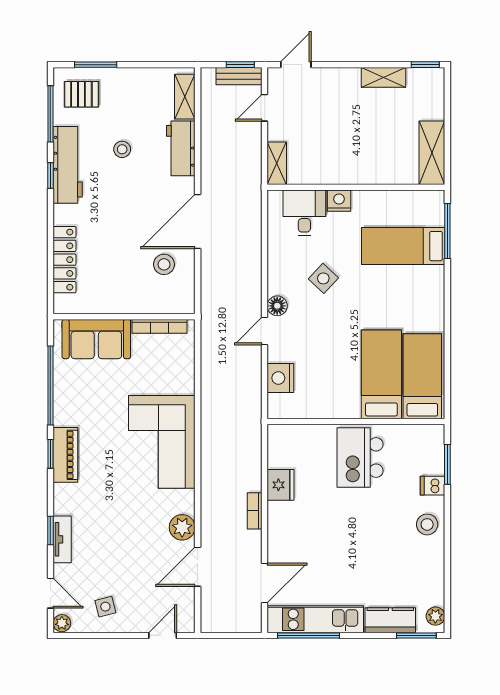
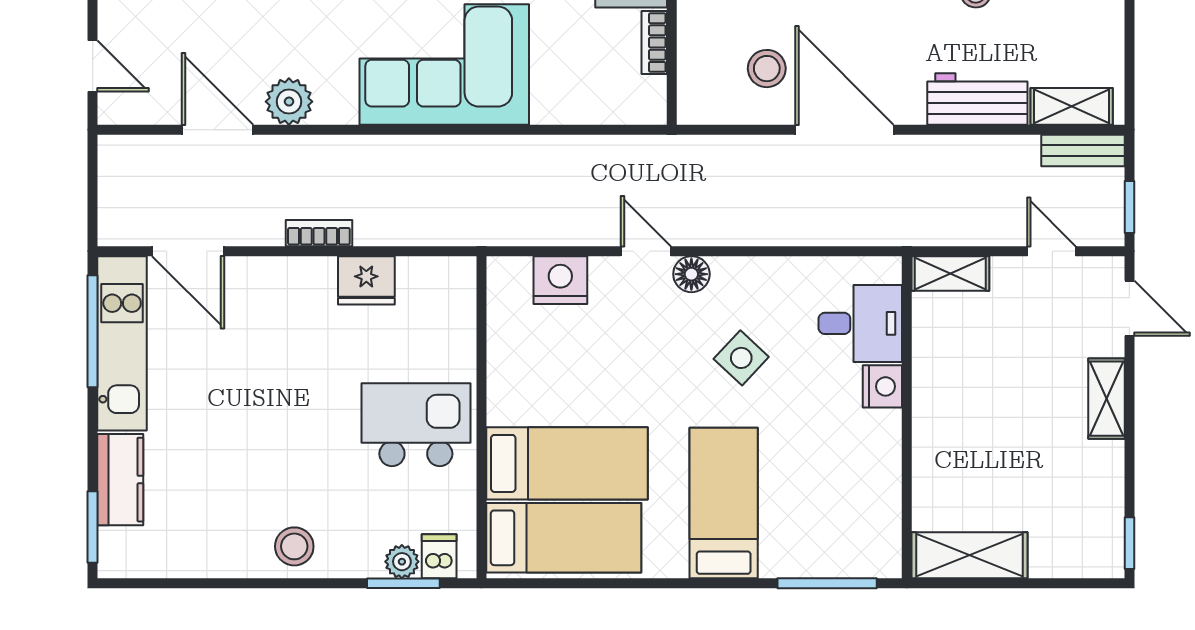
bench: (239, 76) -> (1083, 150), moved, turned 90
shelving: (384, 77) -> (1107, 399), moved
bed: (403, 246) -> (724, 503), moved
bookcase: (160, 326) -> (654, 43), width x0.64
dishwasher: (433, 486) -> (439, 556), moved
plant: (435, 616) -> (402, 562), moved

